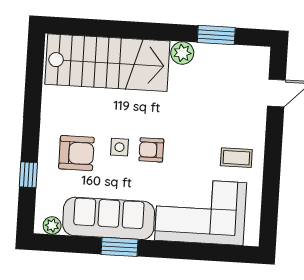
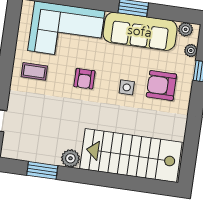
armchair: (151, 150) -> (84, 79), moved, turned 90
plant: (43, 200) -> (191, 50), added

